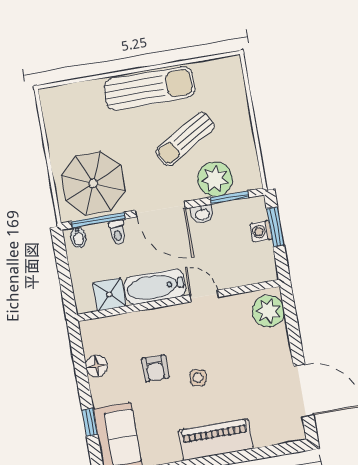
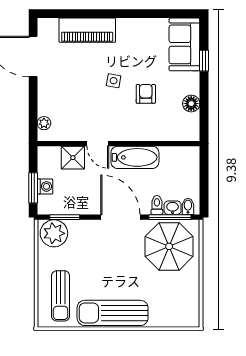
sun lounger: (185, 139) -> (61, 296), moved, turned 121
plant: (215, 179) -> (54, 233), moved
washbasin: (202, 214) -> (173, 208), moved
shower: (109, 294) -> (73, 158), moved
plant: (268, 311) -> (44, 123), width x0.53, depth x0.53
piano: (216, 440) -> (87, 30), moved

